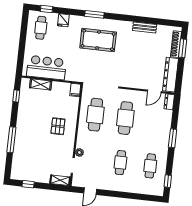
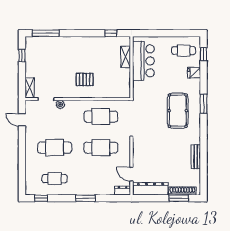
filing cabinet: (75, 90) -> (124, 93), removed
window: (11, 140) -> (46, 33), moved
cafe table: (120, 163) -> (55, 148), width x1.37, depth x1.35

